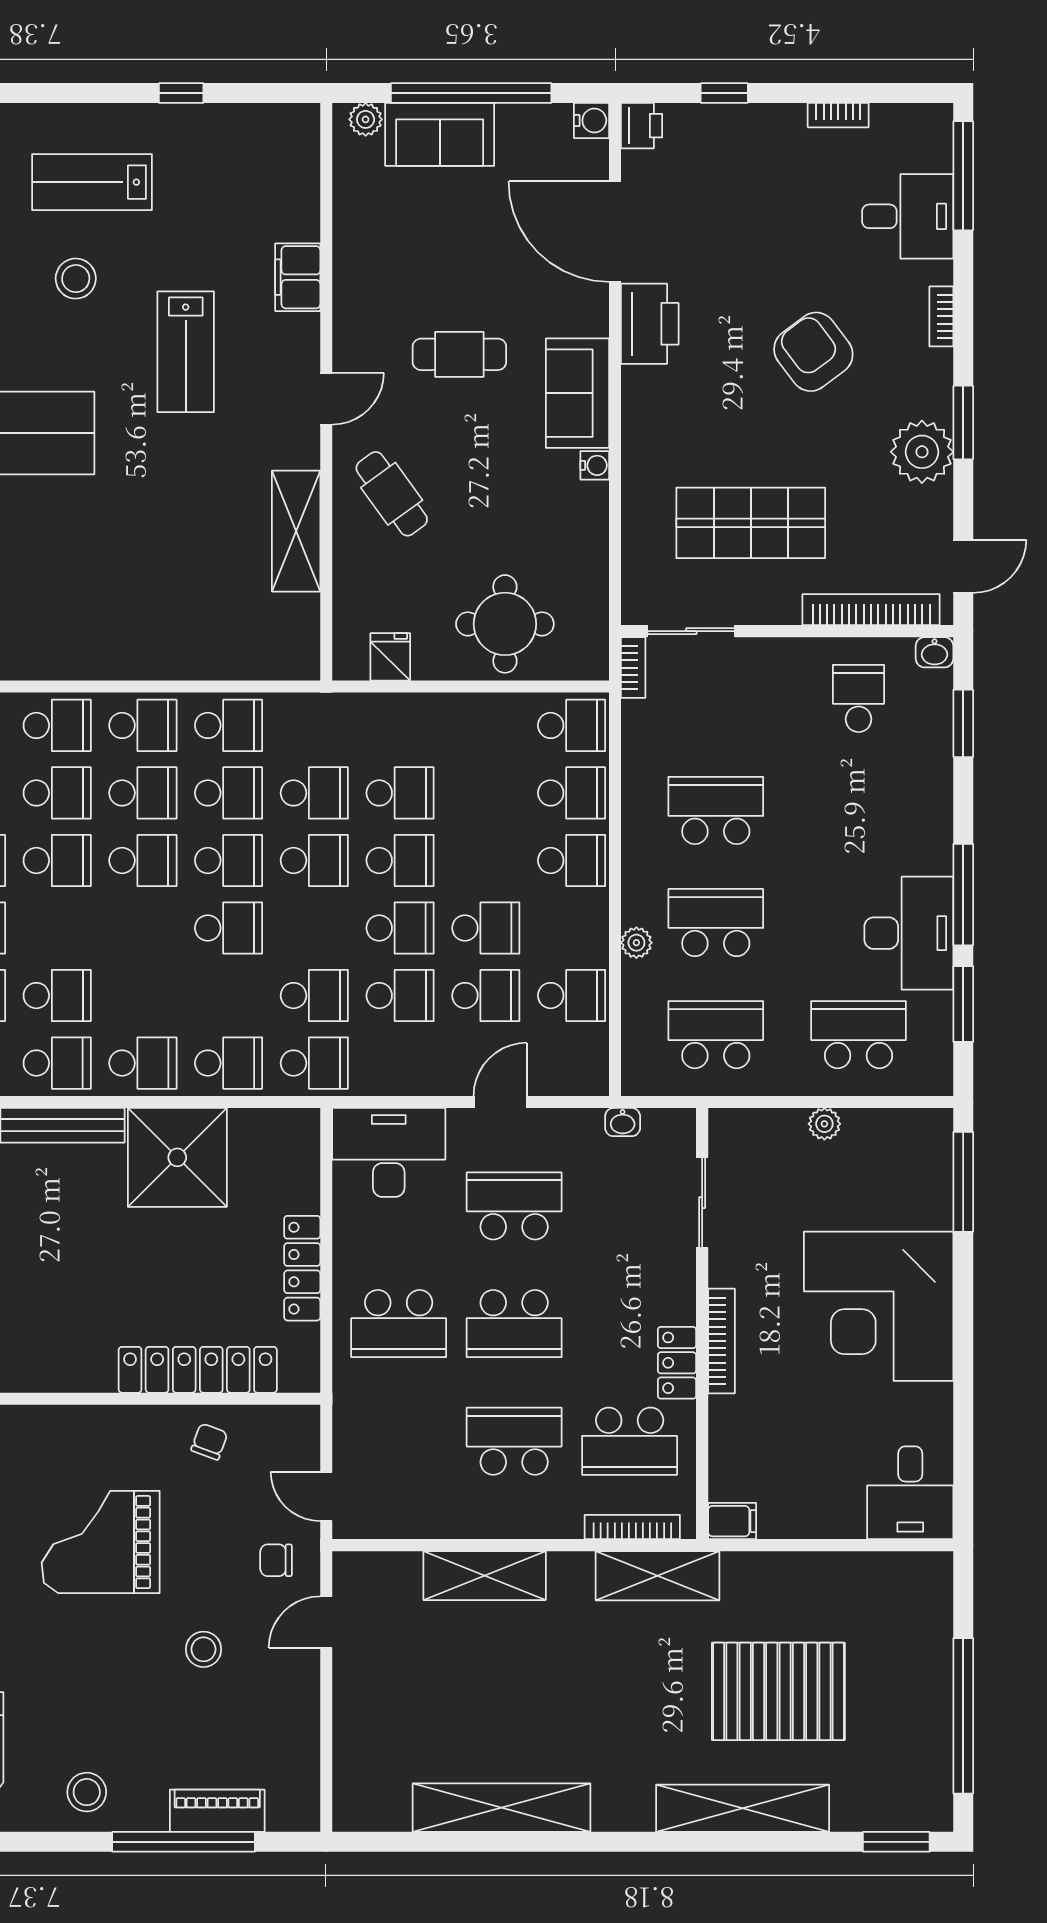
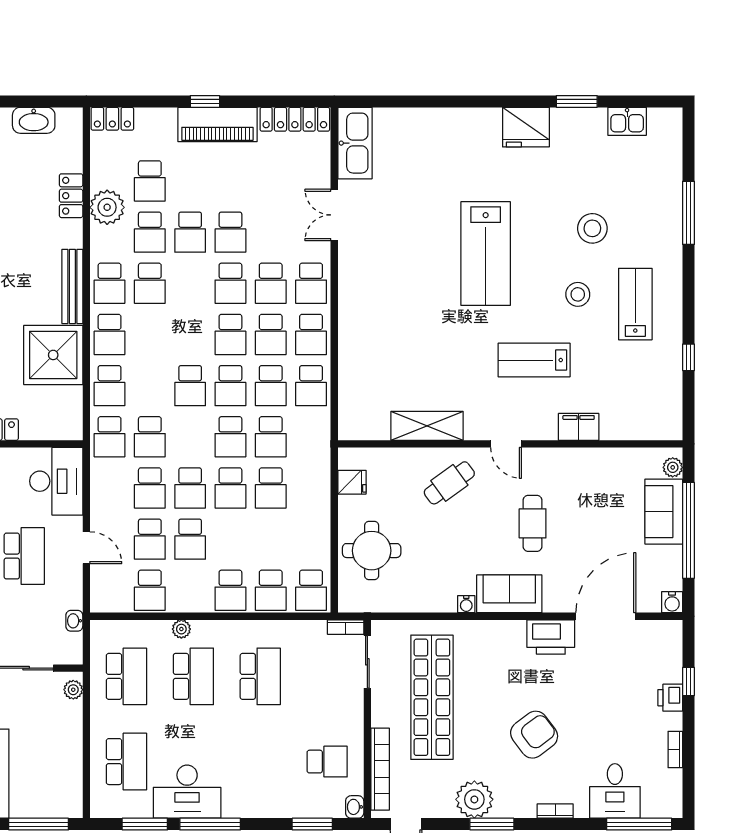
printer: (642, 126) -> (670, 698), moved, turned 90
shop shelf: (751, 523) -> (432, 697), width x1.40
plant: (824, 1124) -> (73, 690), moved

